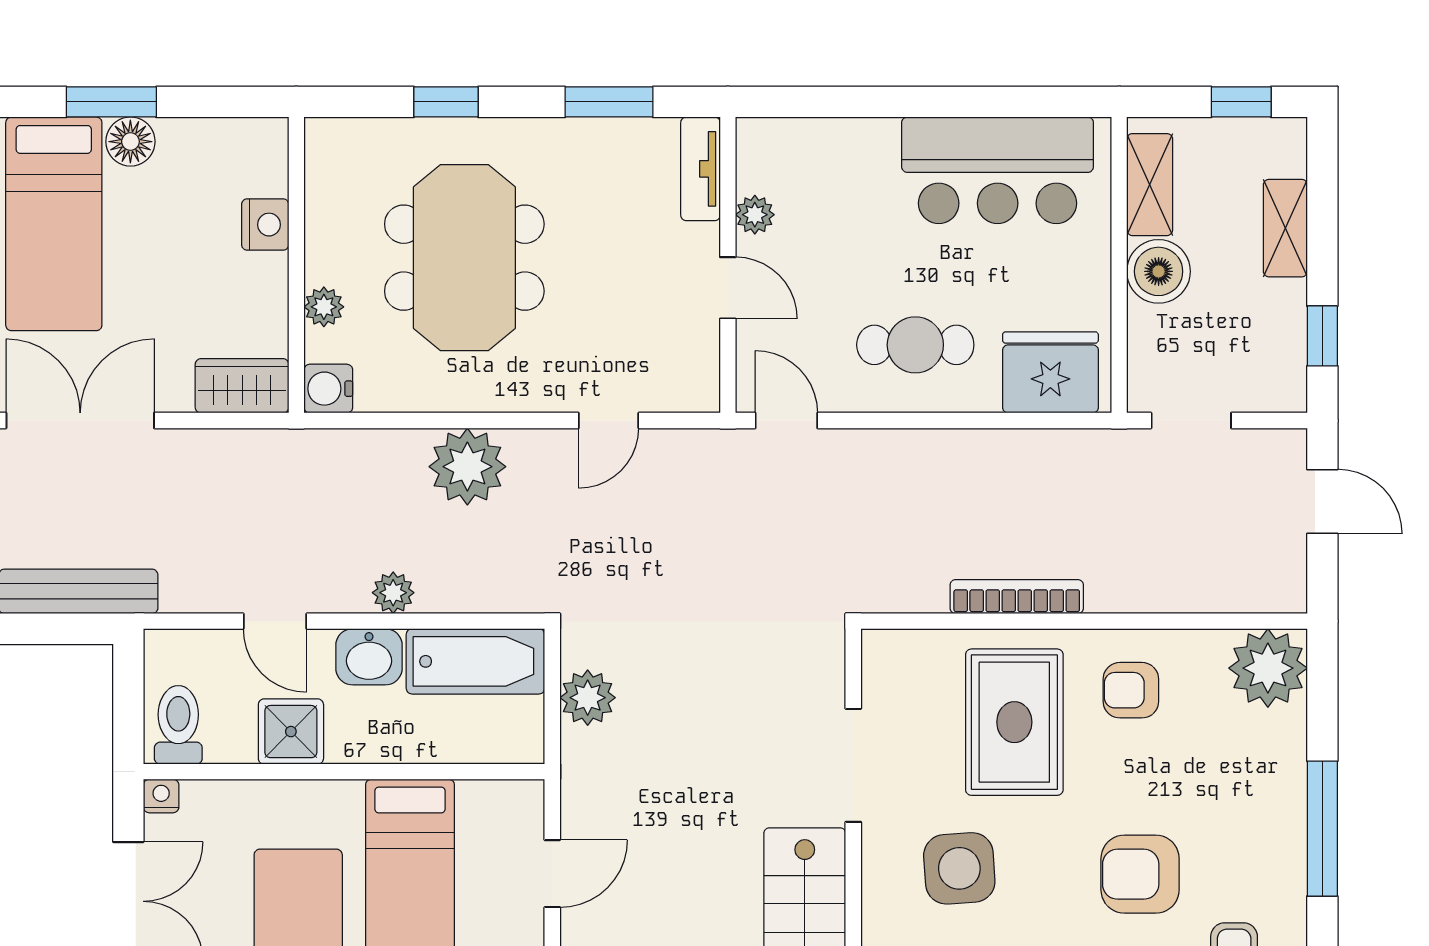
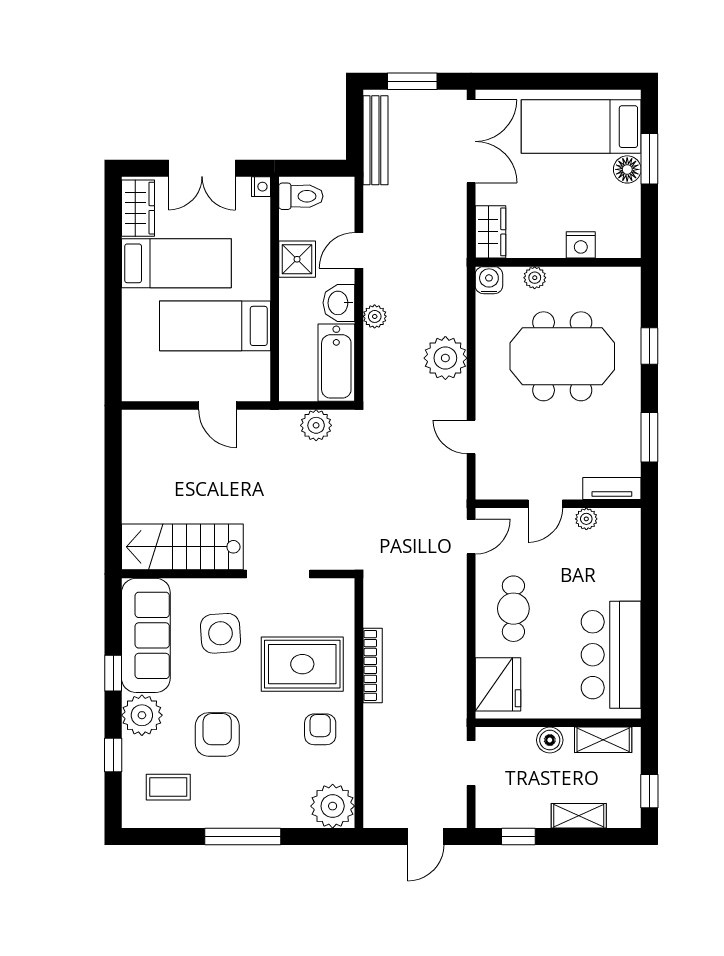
boiler: (1159, 271) -> (550, 740), width x0.73, depth x0.73

